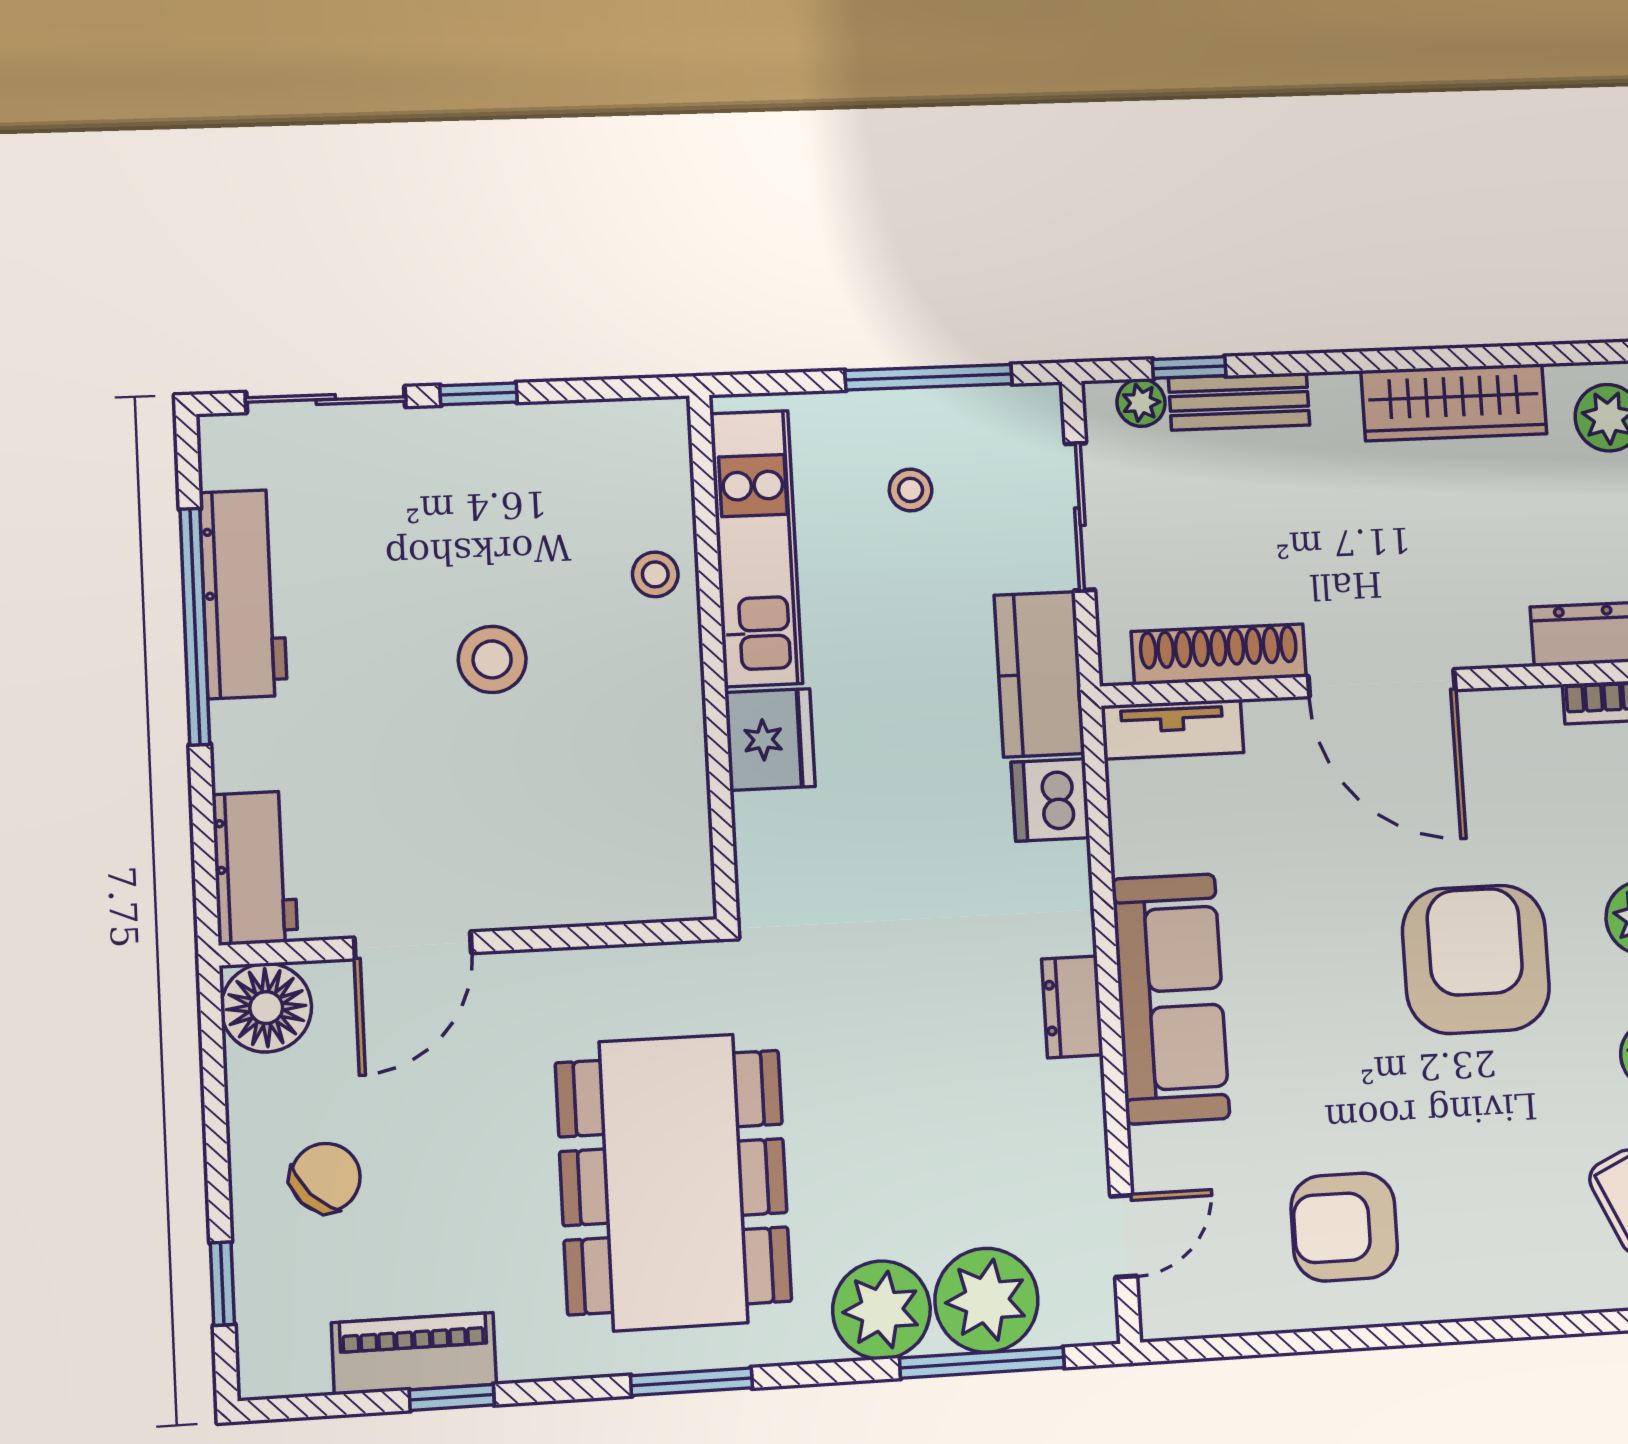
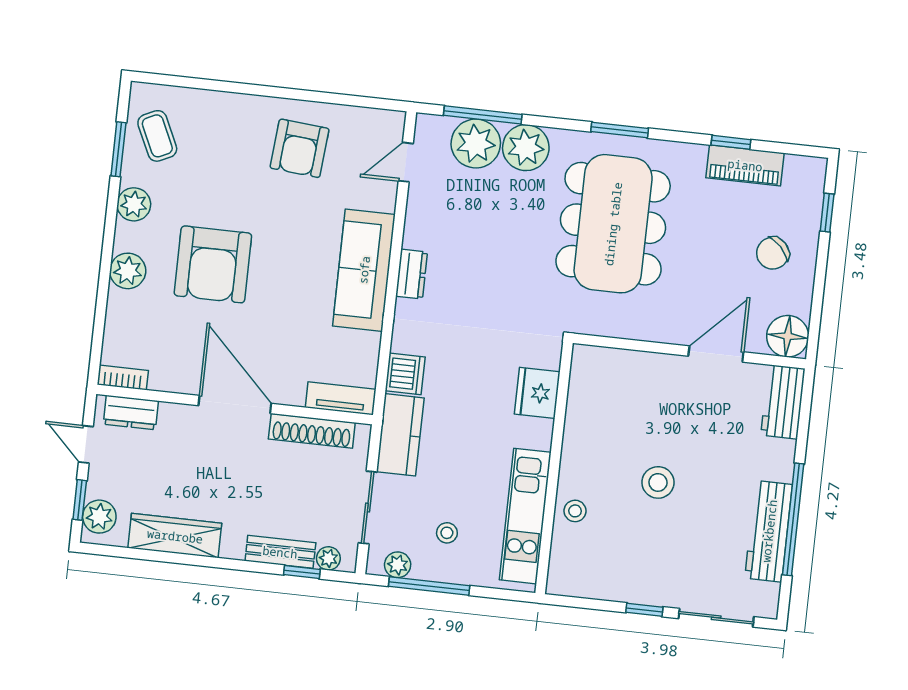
plant: (1000, 410) -> (398, 565), added
fridge: (770, 739) -> (537, 393), moved
armchair: (1344, 1227) -> (300, 148), turned 95

